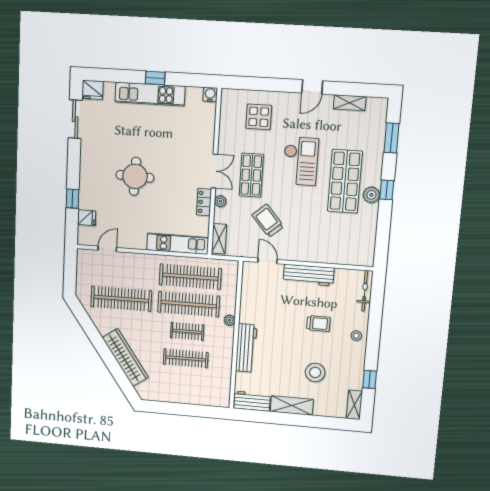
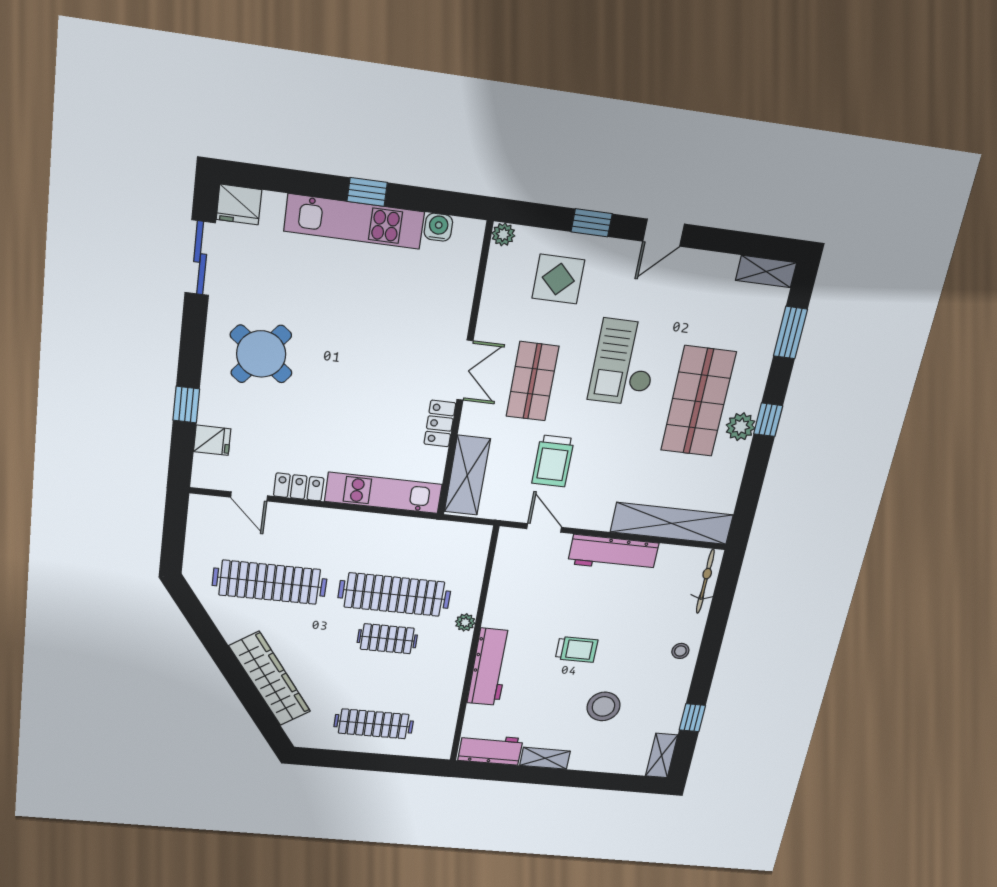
window: (273, 85) -> (592, 223), added
water cooler: (210, 95) -> (438, 227), moved
shelving: (350, 103) -> (766, 271), moved
checkout: (301, 161) -> (625, 362), turned 180
round table: (135, 176) -> (261, 354), moved, turned 36
plant: (220, 201) -> (503, 234), moved
trolley: (268, 221) -> (553, 461), turned -139
shelving: (219, 239) -> (467, 475), width x1.50, depth x1.33
locker: (133, 242) -> (299, 487), added
door: (107, 249) -> (249, 496), swing flipped
shelving: (340, 255) -> (672, 523), added
clothes rail: (190, 277) -> (402, 549), removed
trolley: (318, 323) -> (577, 649), moved
clothes rail: (186, 358) -> (374, 724), moved
shelving: (292, 406) -> (545, 758), width x0.67, depth x0.75

